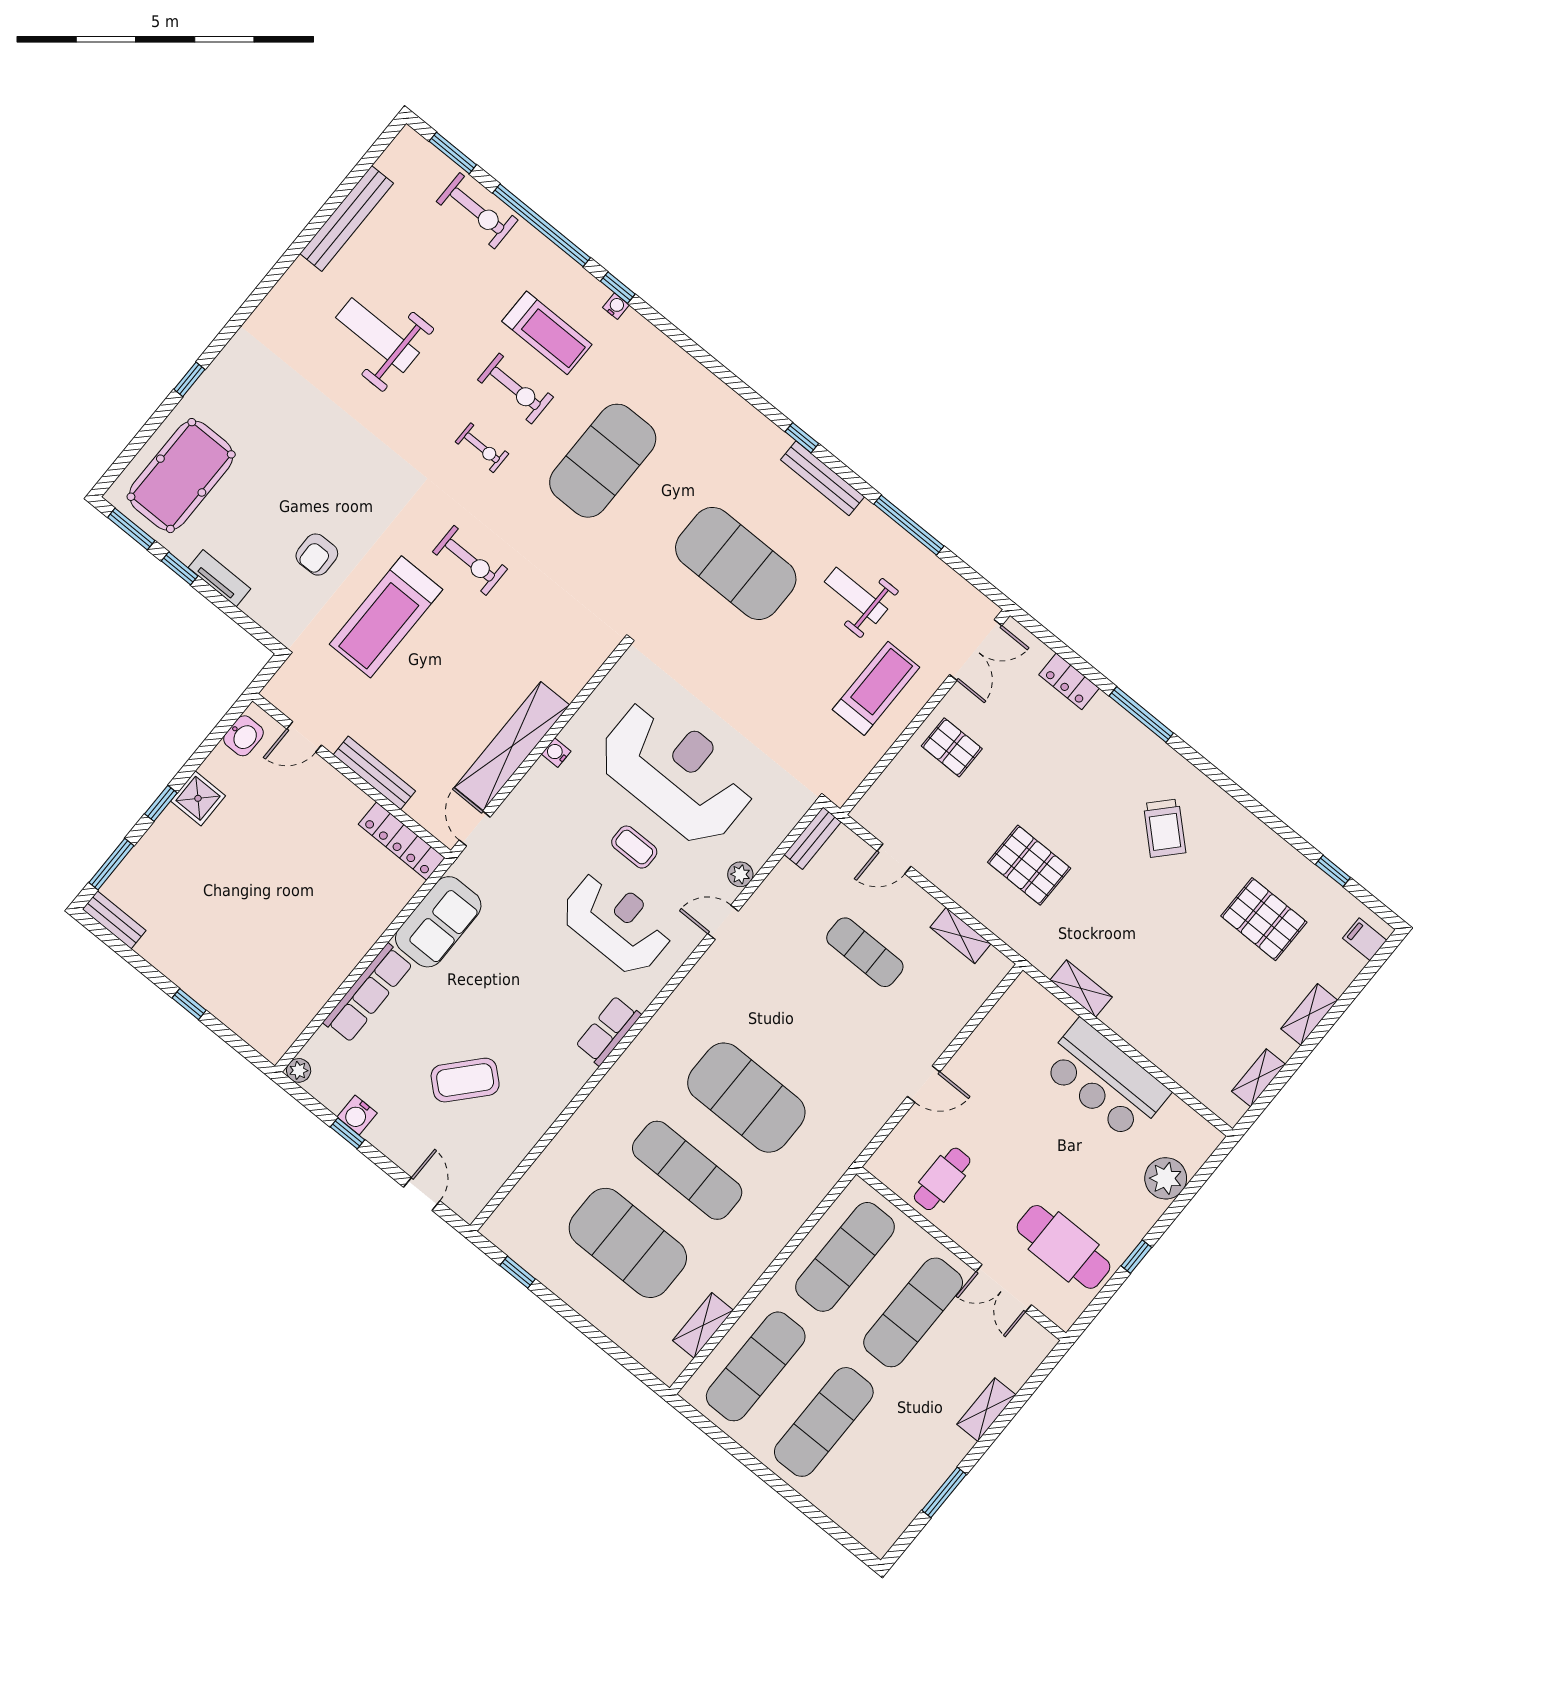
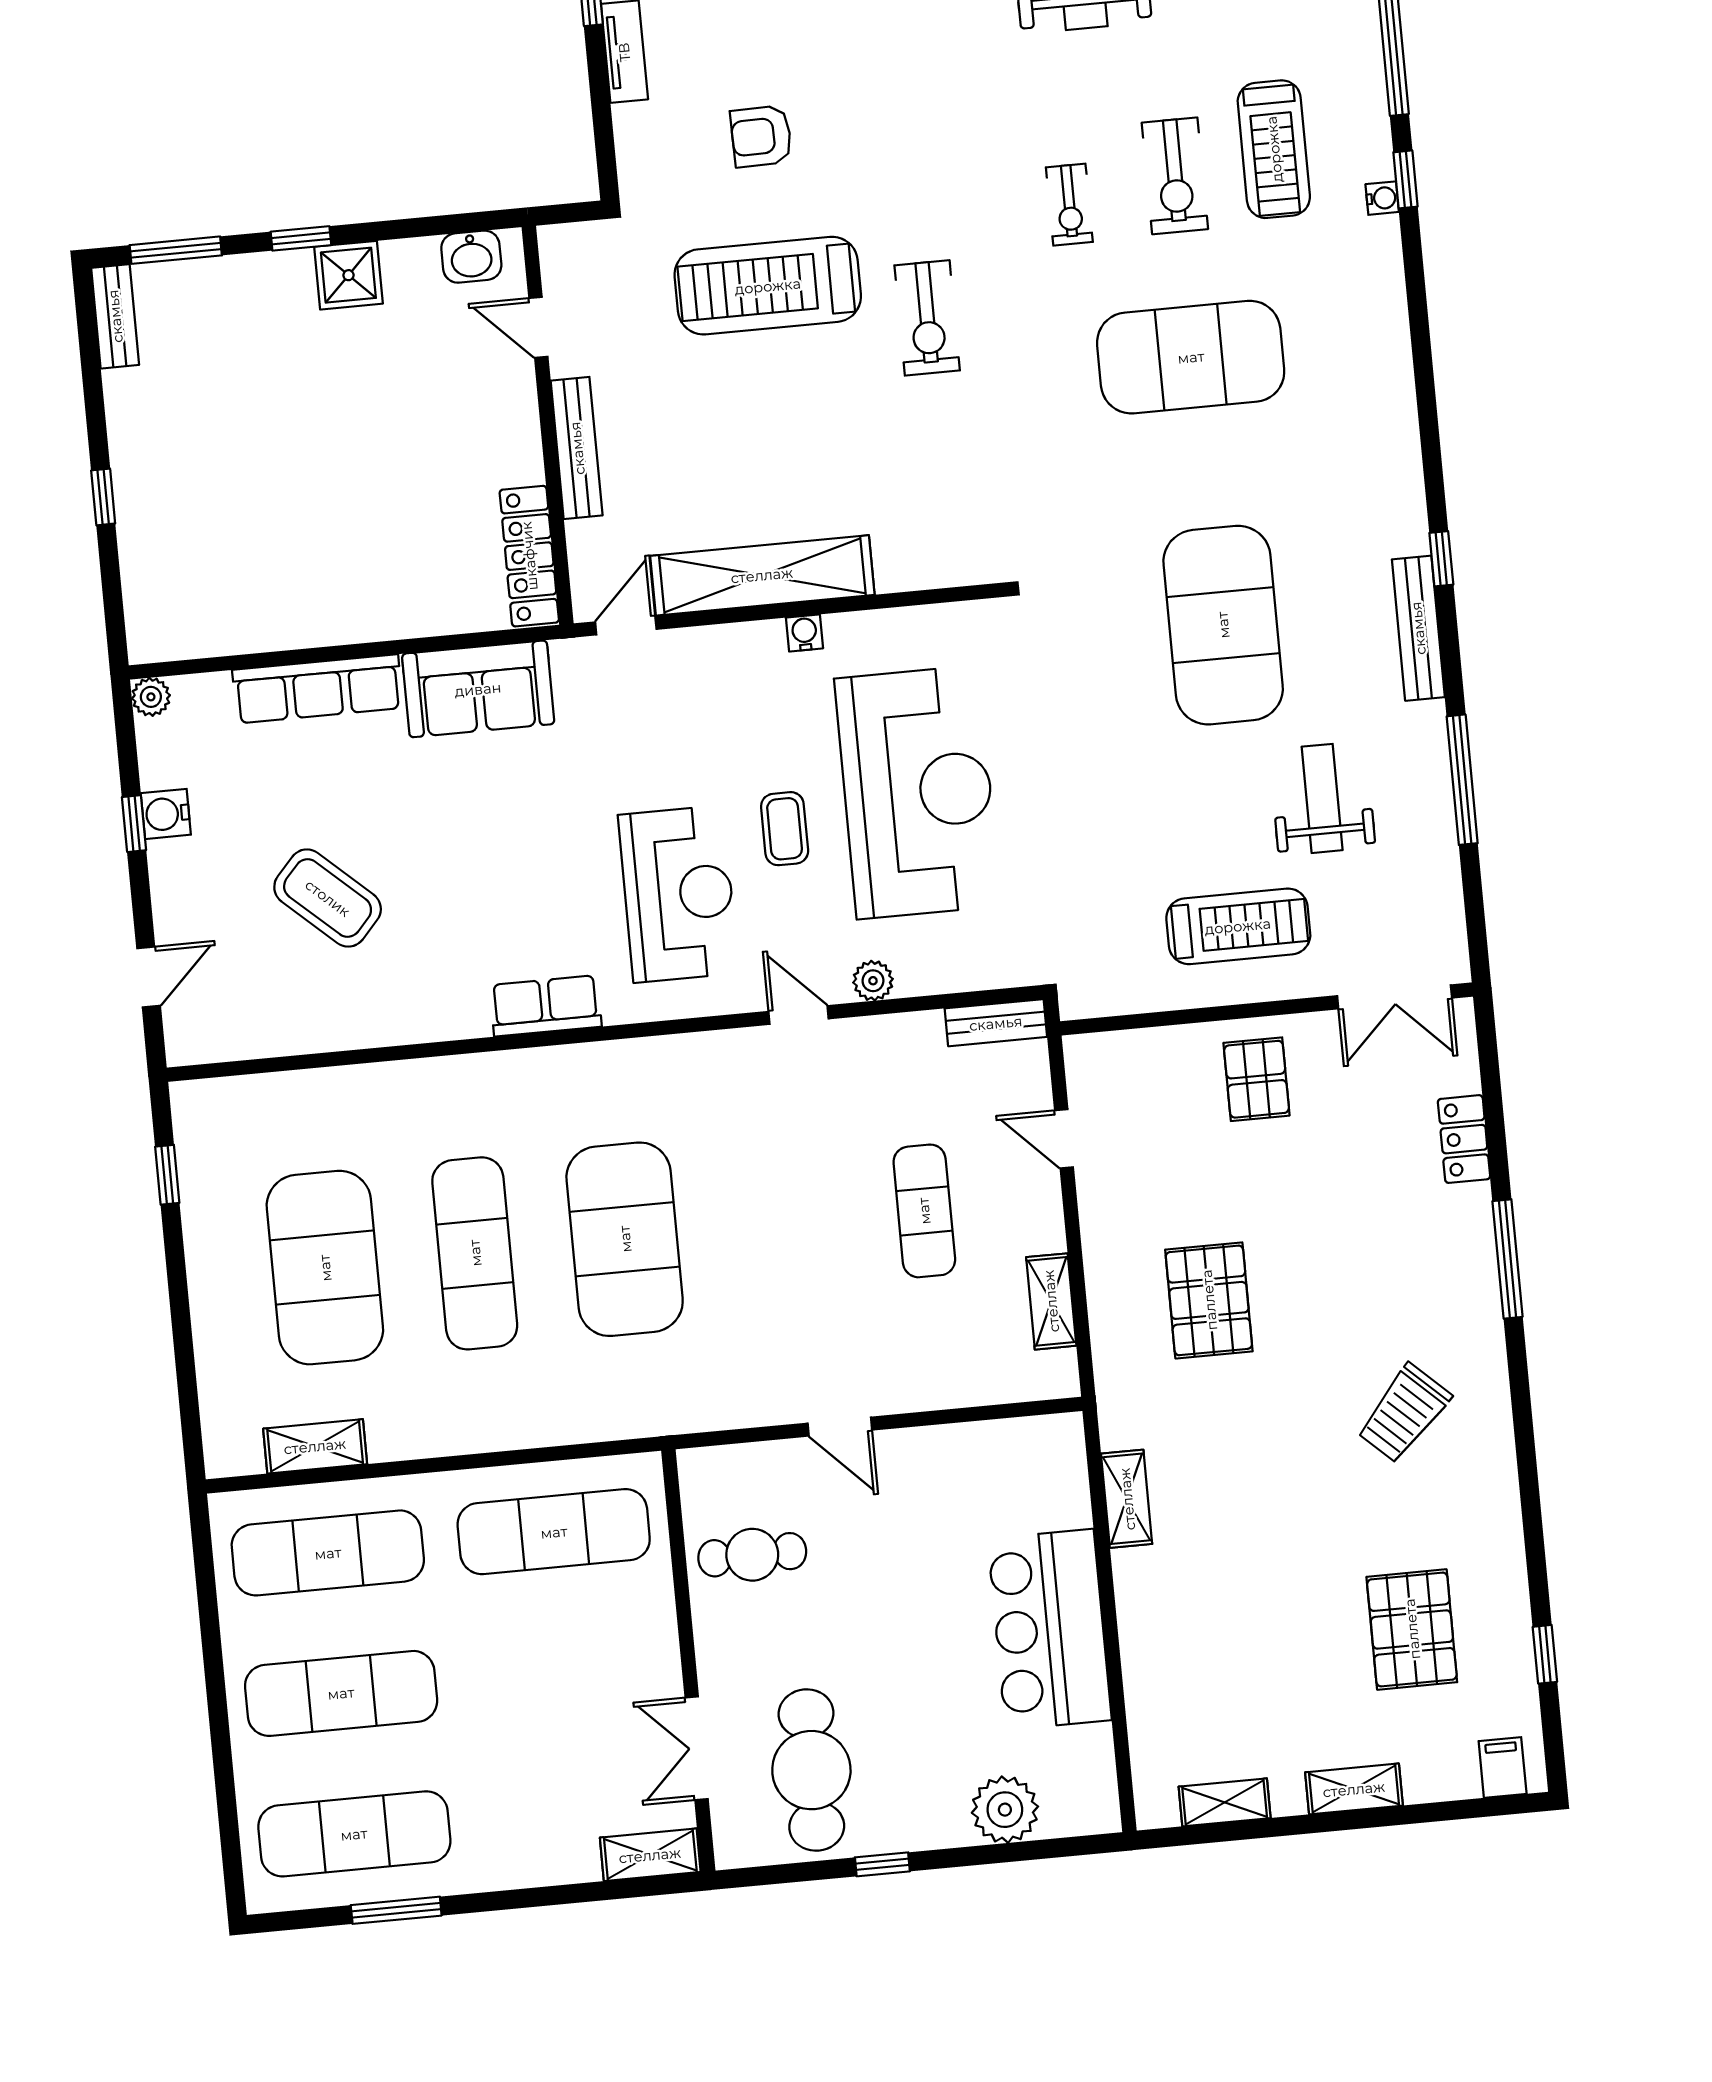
exercise mat: (913, 1312) -> (354, 1834), moved
shelving: (986, 1410) -> (650, 1855), moved

